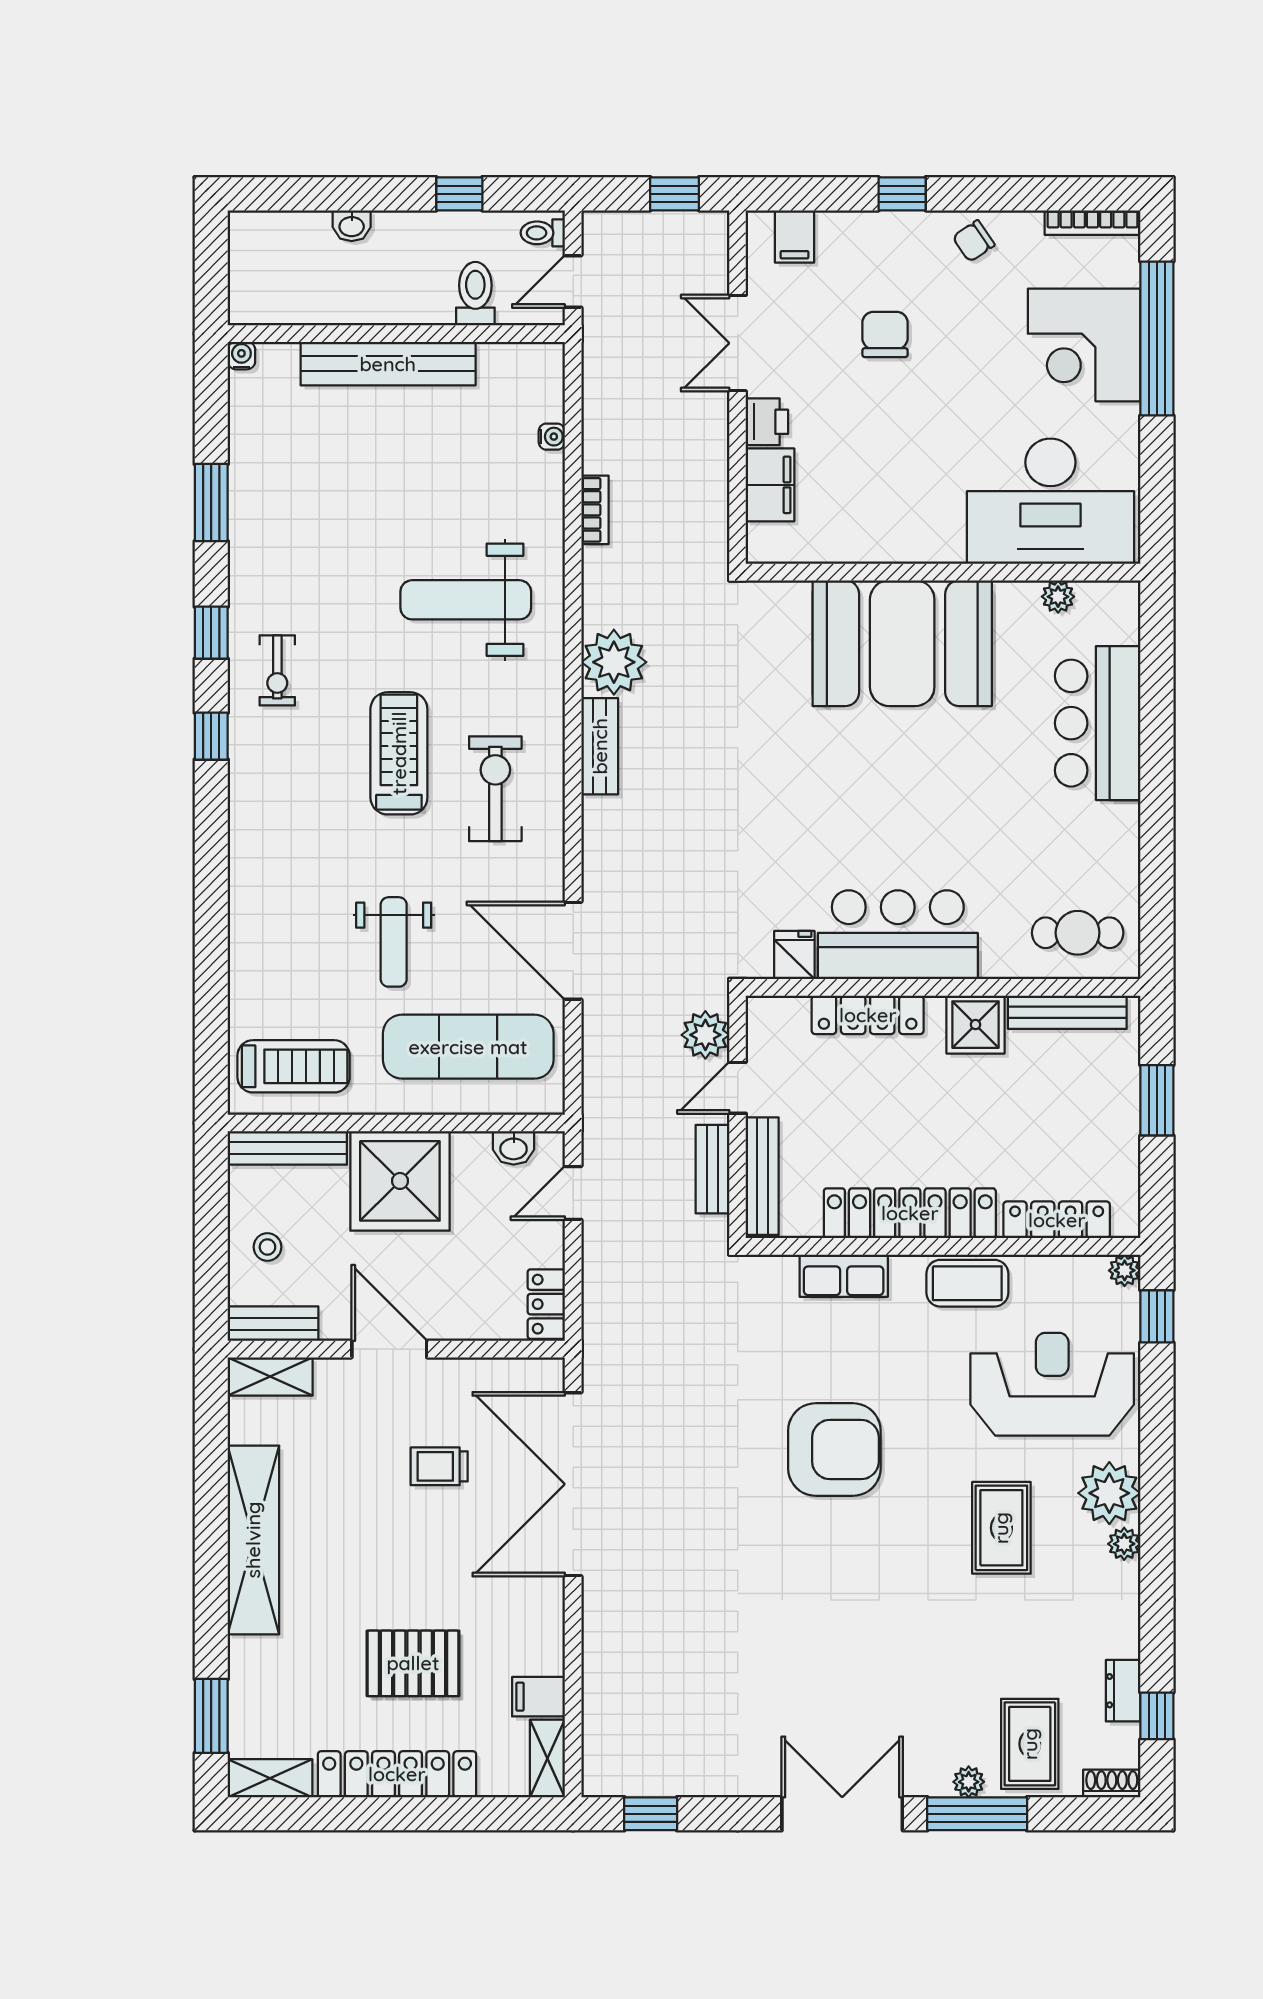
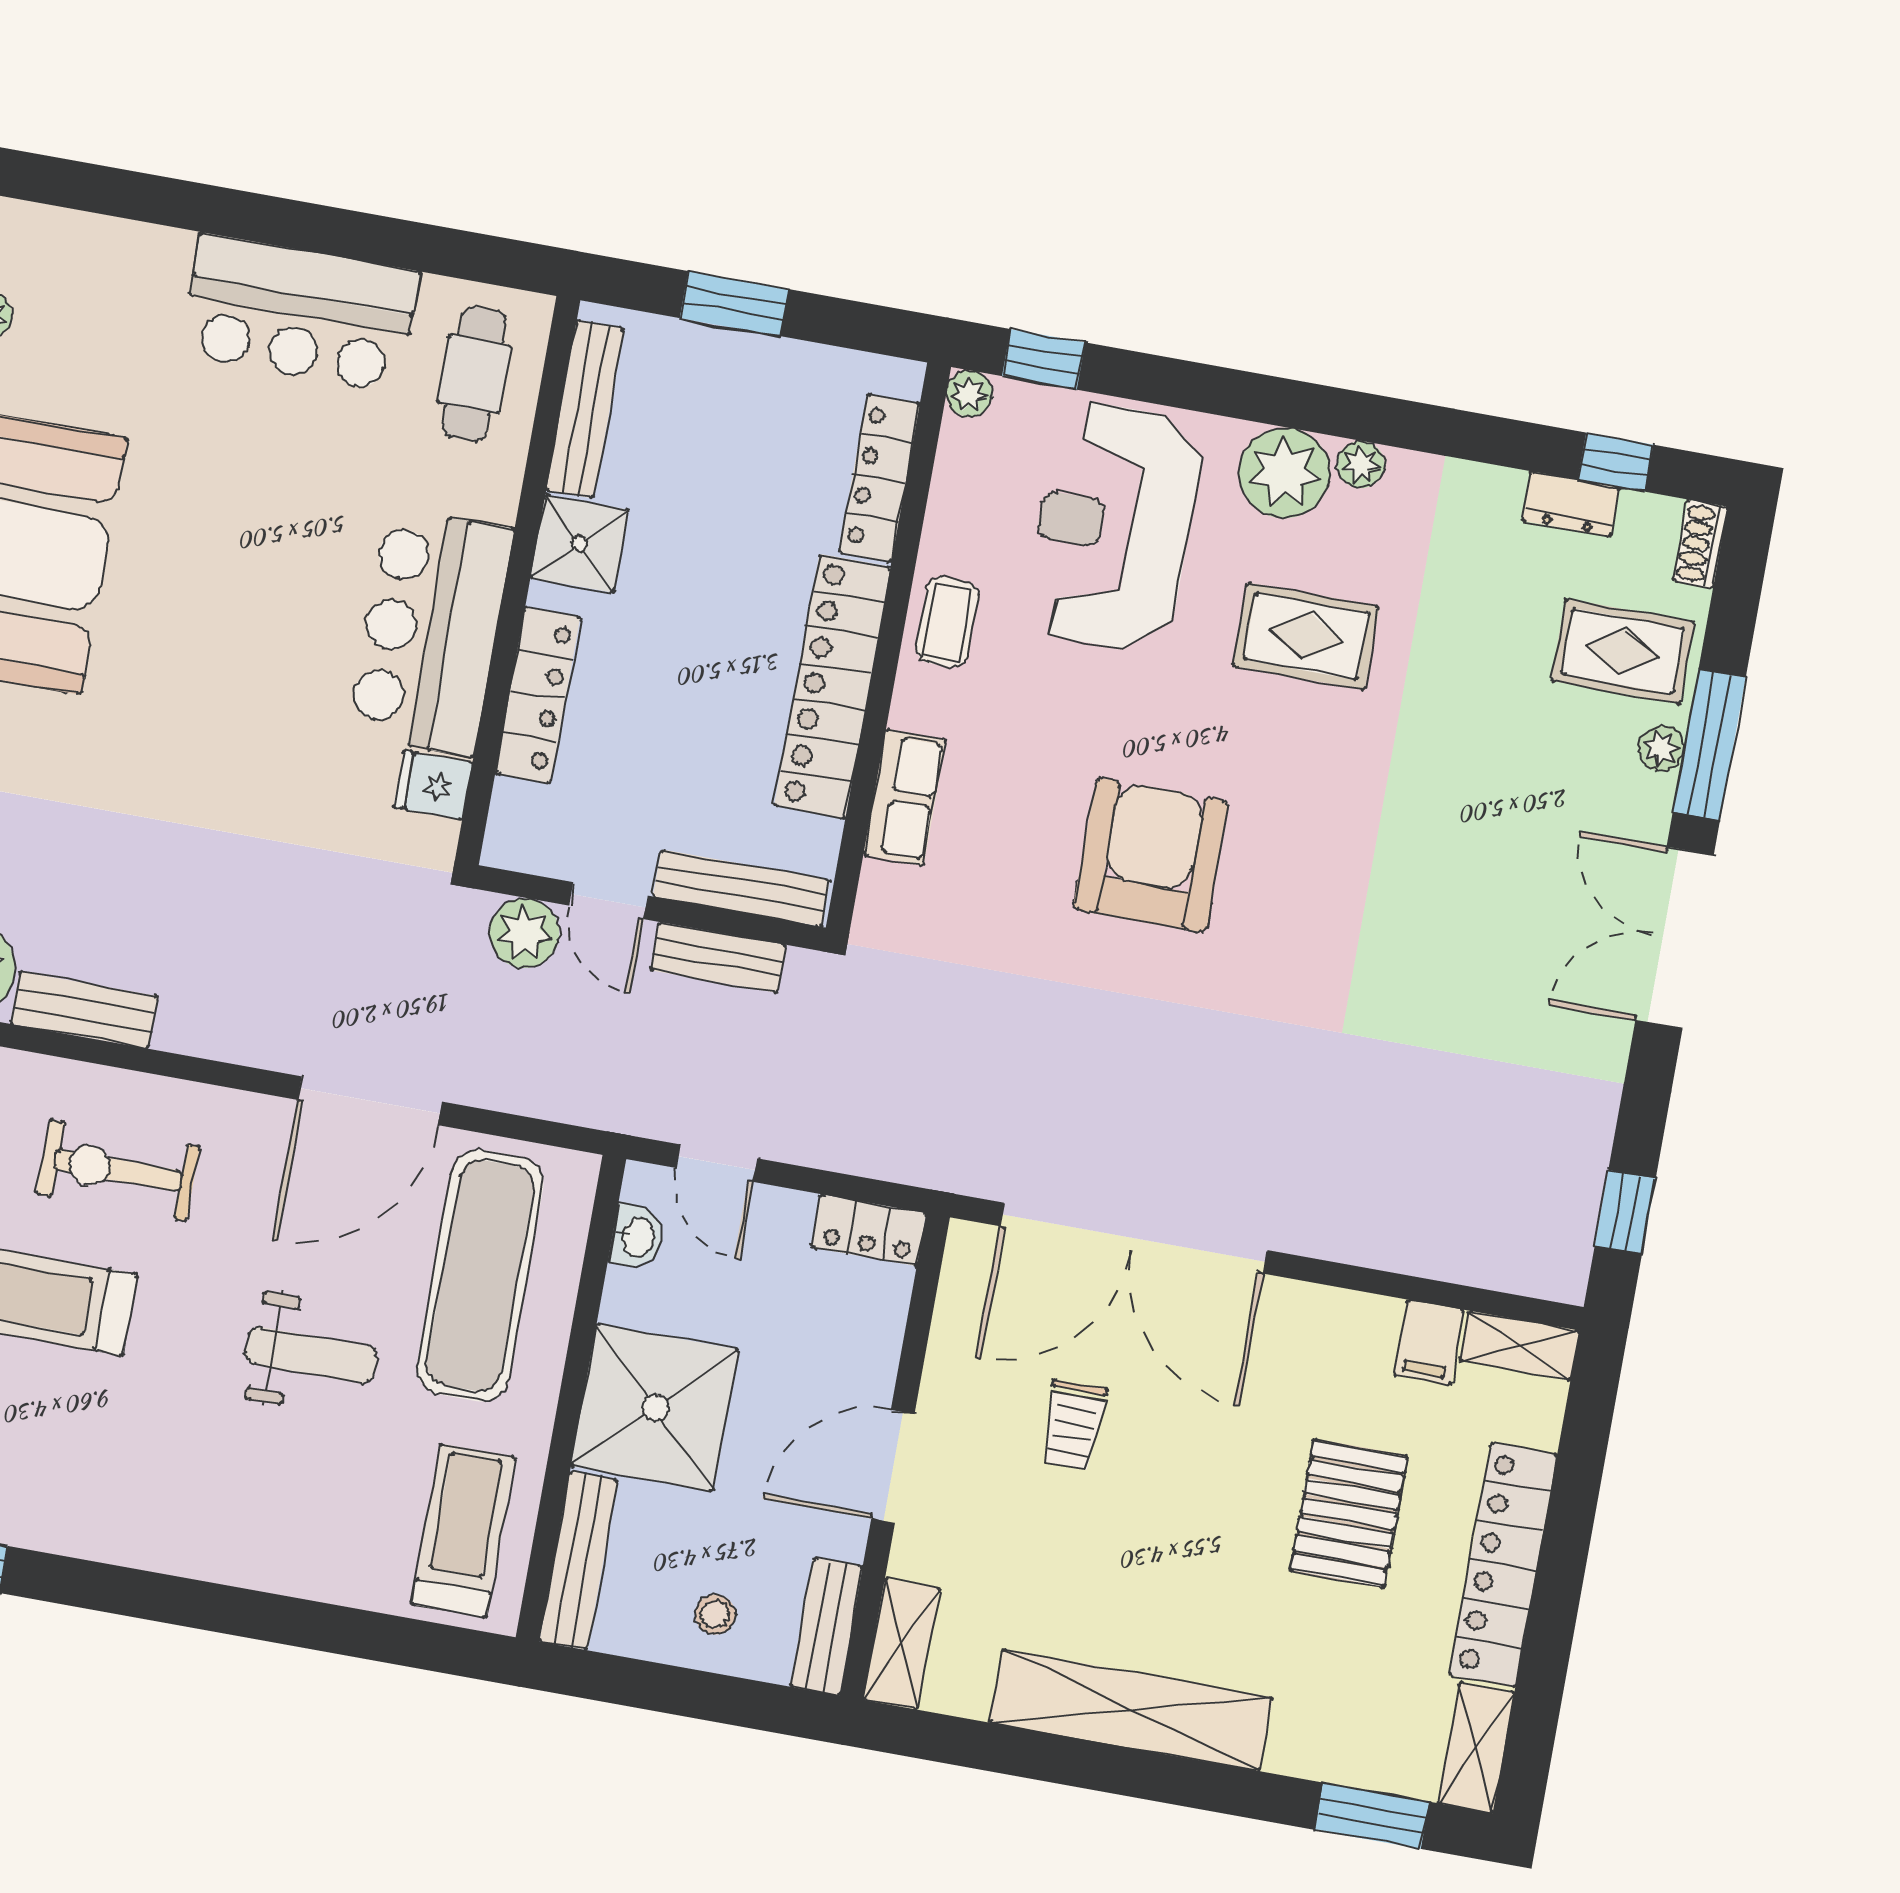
bar counter: (1098, 723) -> (300, 313), moved
coffee table: (967, 1283) -> (947, 622), width x0.73, depth x0.77

